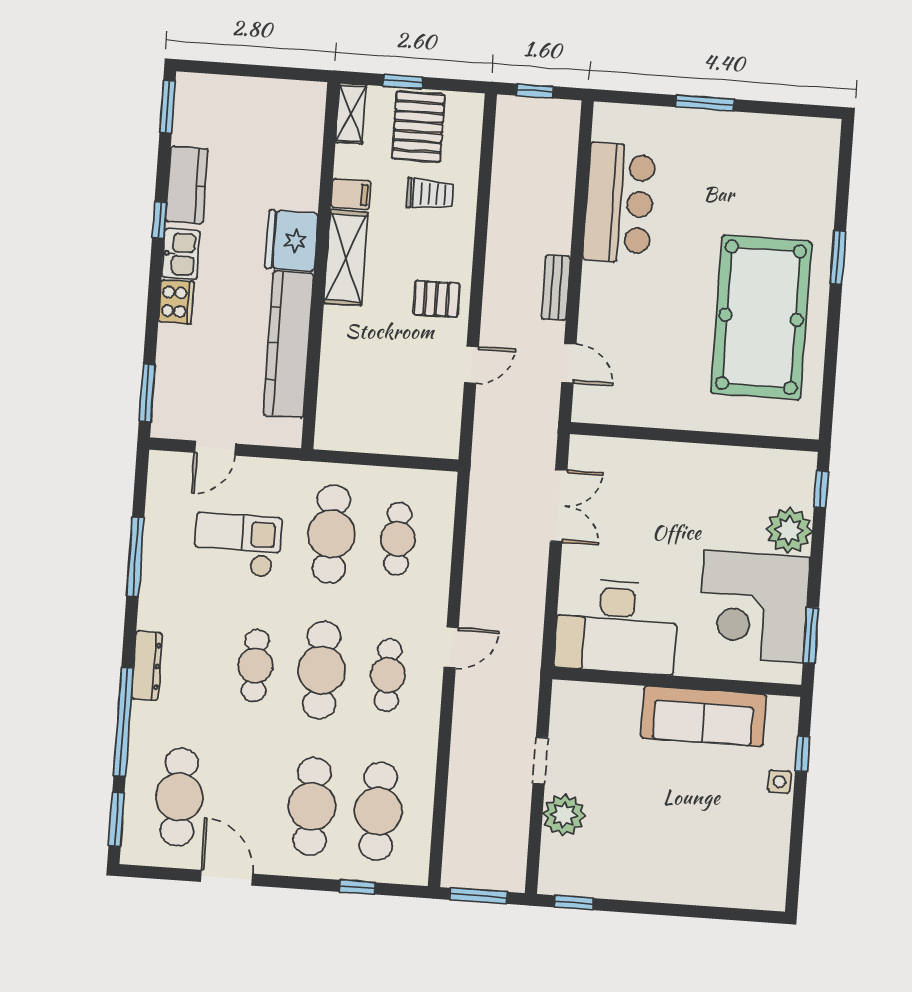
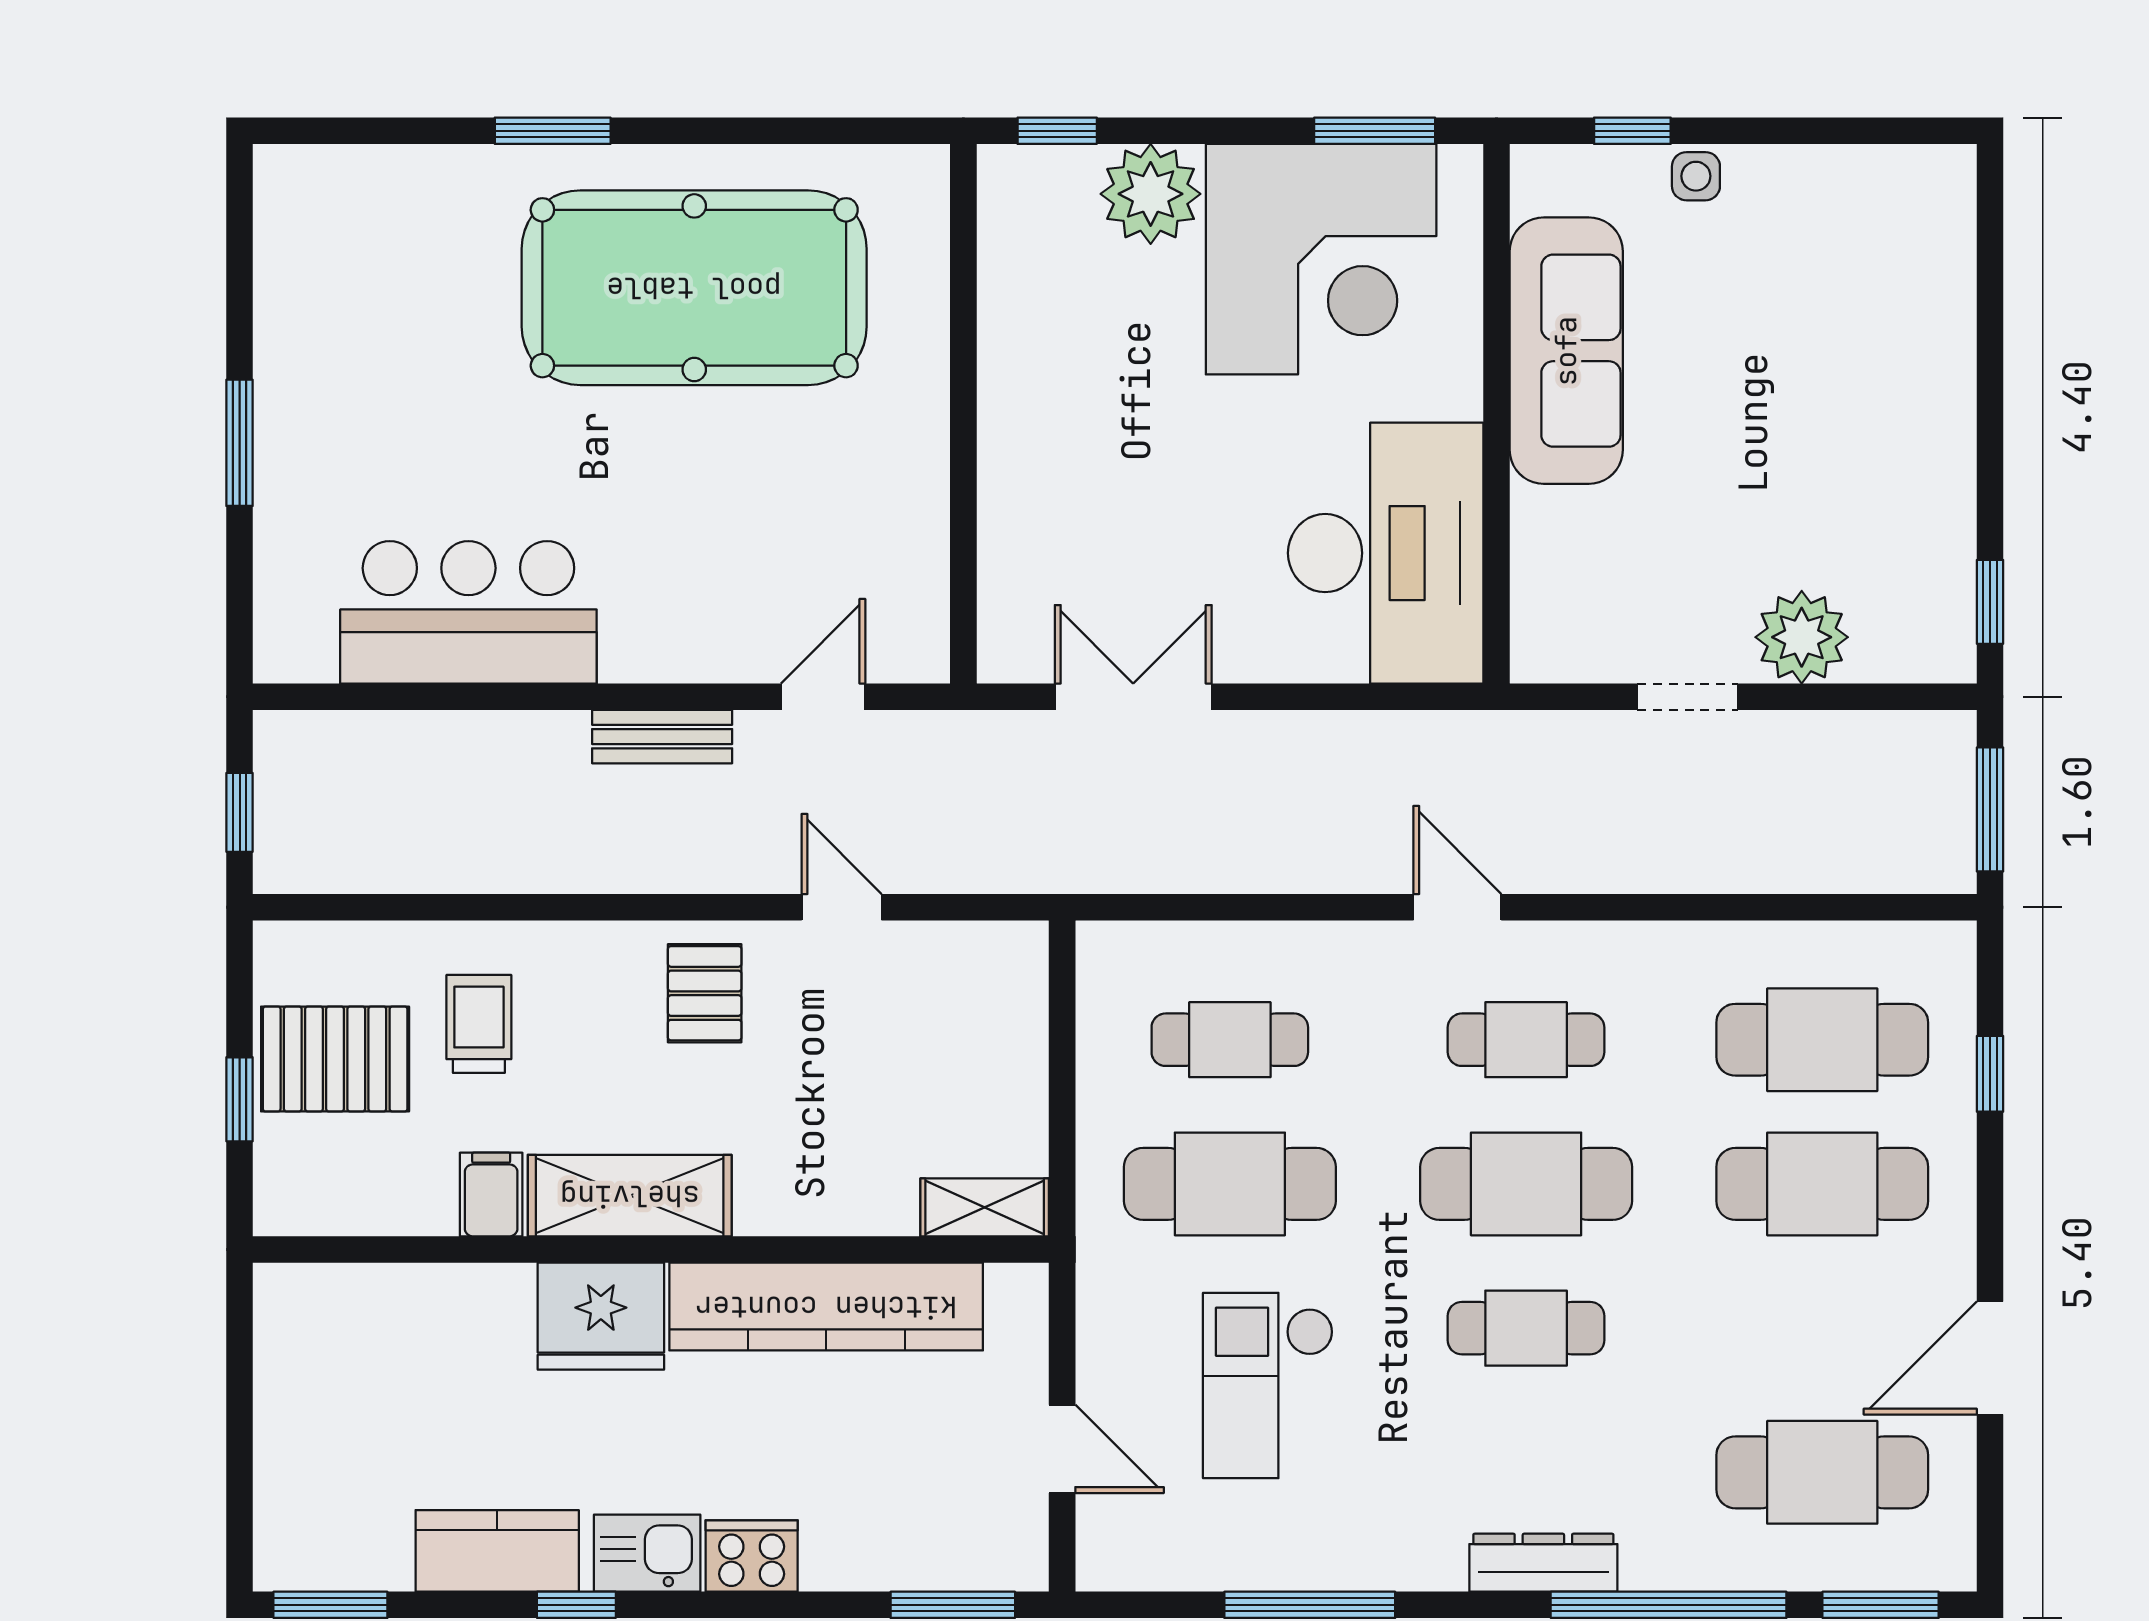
shelving: (351, 114) -> (985, 1207), moved

